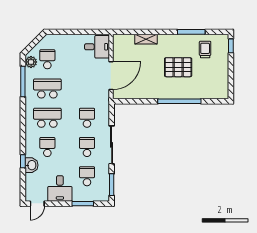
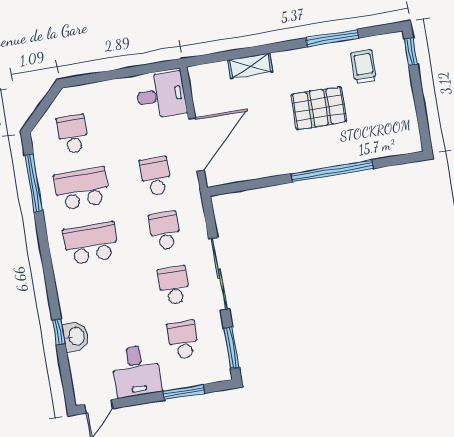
plant: (31, 62) -> (43, 144), removed
school desk: (47, 147) -> (156, 176), moved

